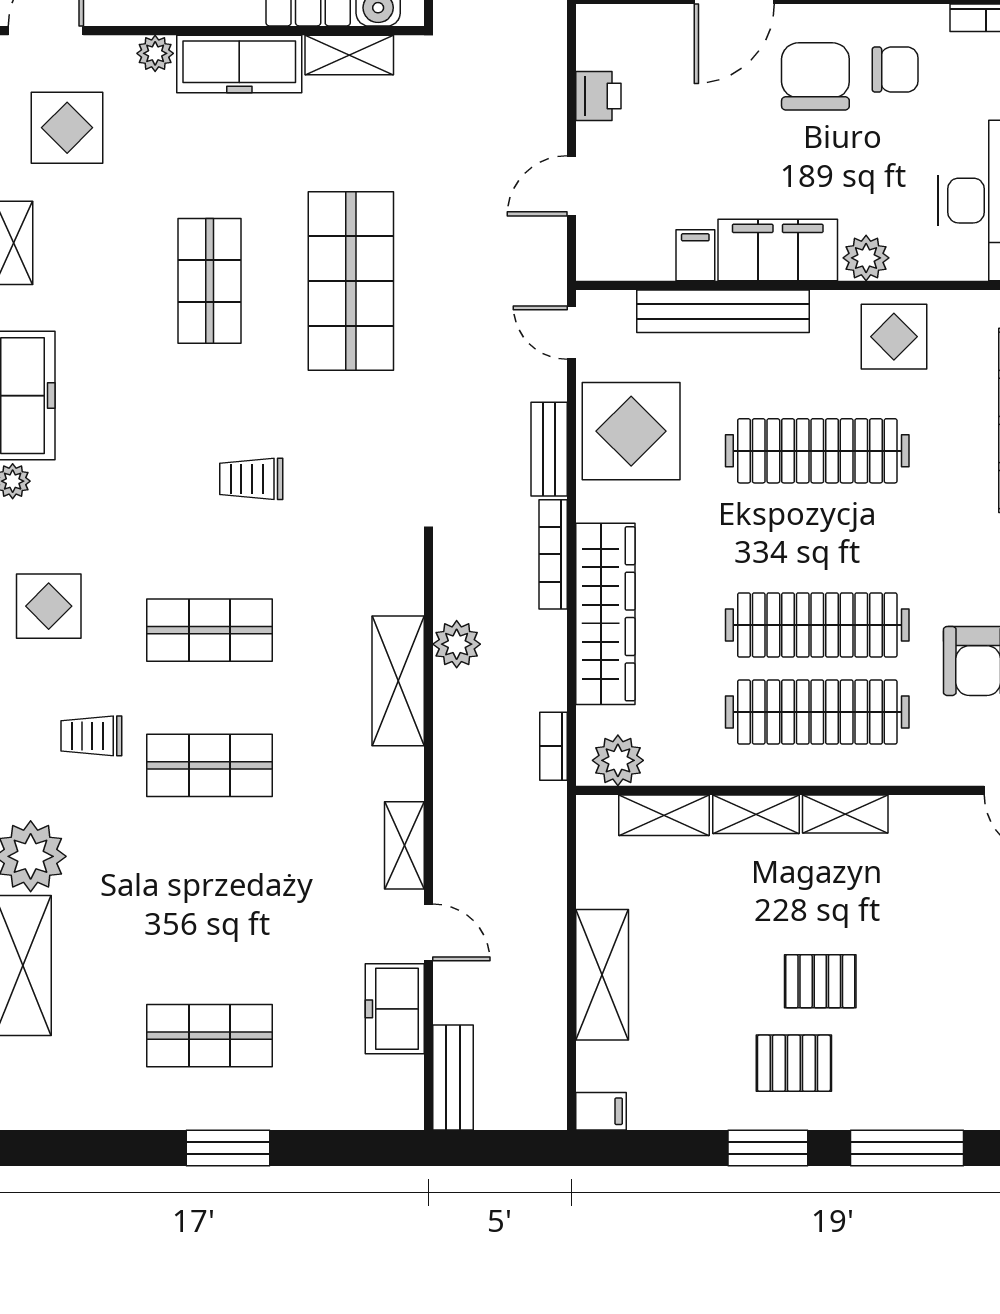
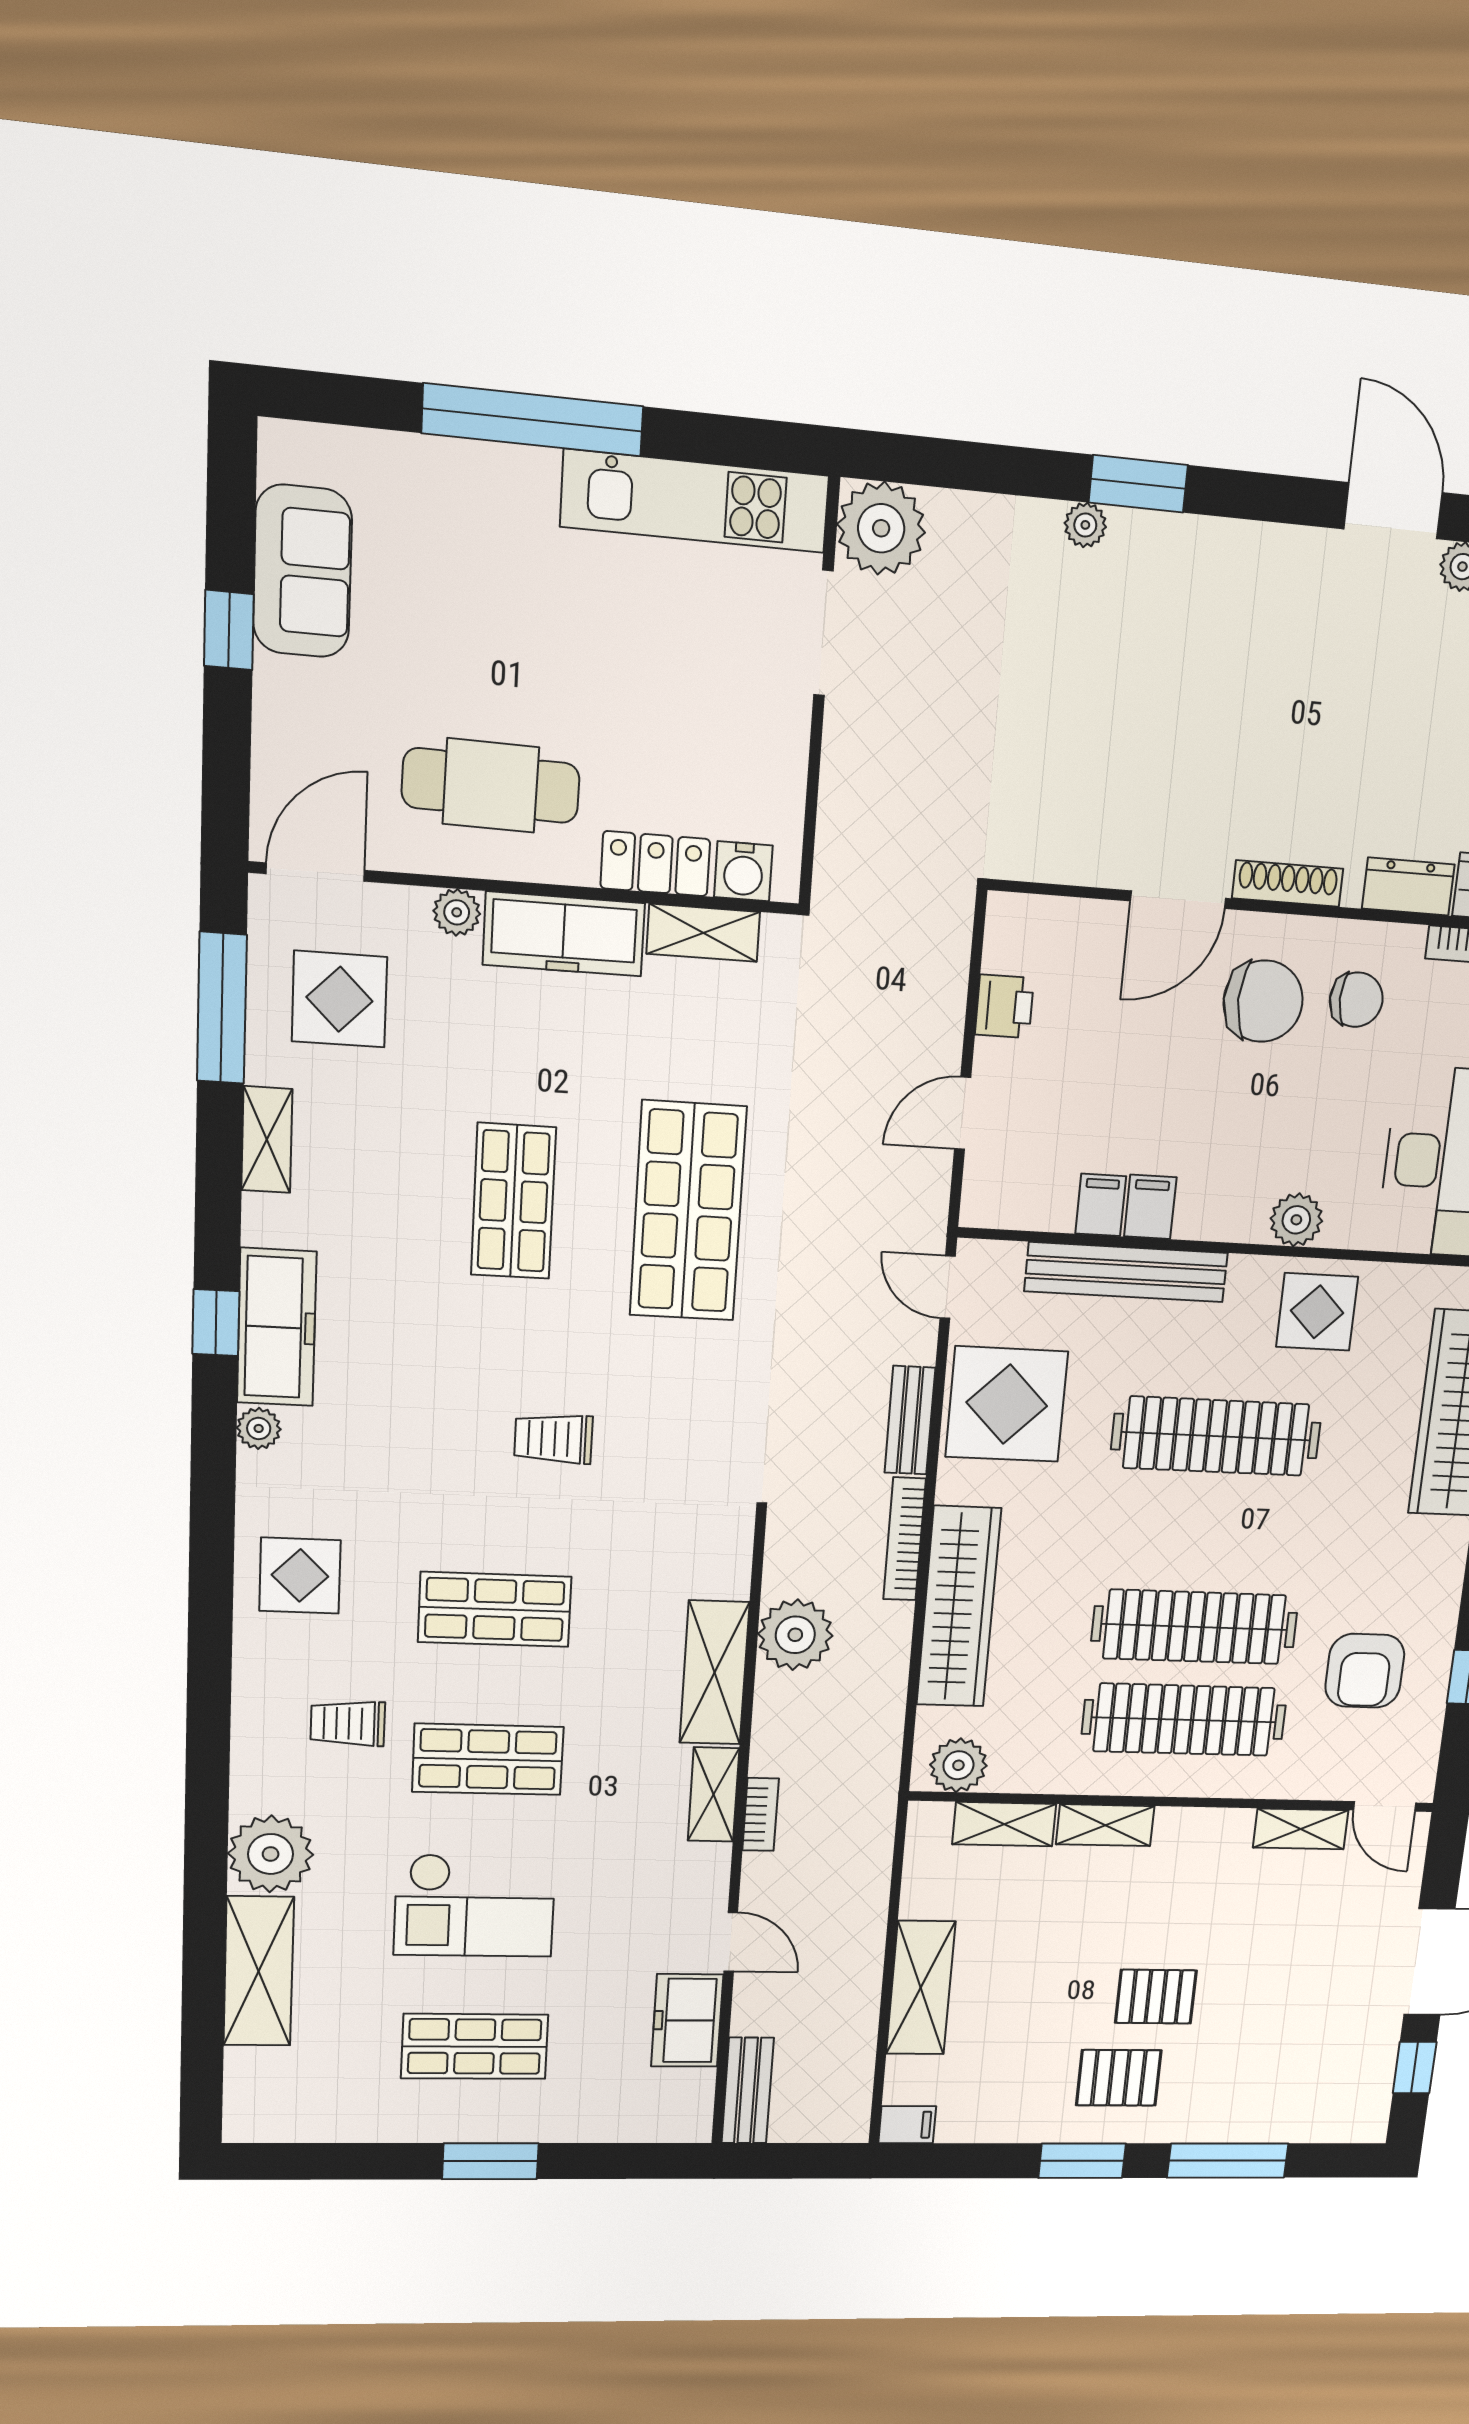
chair: (815, 76) -> (1263, 1001), turned 90
filing cabinet: (778, 250) -> (1150, 1207), width x0.33, depth x0.86
plant: (457, 644) -> (795, 1635), width x1.36, depth x1.36
bookcase: (553, 746) -> (761, 1814), moved, turned 180
shelving: (845, 814) -> (1301, 1829), moved
shelving: (404, 845) -> (714, 1795), moved
checkout: (204, 901) -> (475, 1906), added

